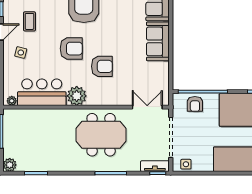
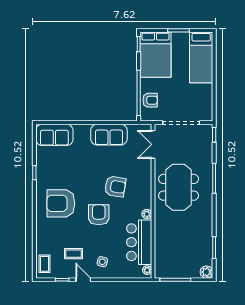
sofa: (158, 41) -> (109, 135), moved
armchair: (102, 66) -> (115, 186), turned 99
plant: (77, 96) -> (147, 214), width x0.53, depth x0.53
side table: (186, 164) -> (206, 109), removed
tv unit: (155, 166) -> (208, 137), removed

